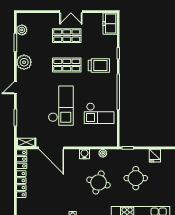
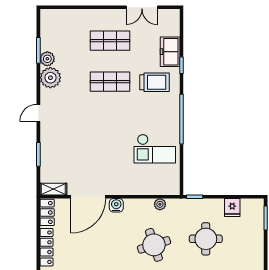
double door: (71, 12) -> (142, 7), moved
freezer: (110, 24) -> (170, 52), moved
plant: (22, 30) -> (47, 59), moved
checkout: (61, 106) -> (102, 138), removed
door: (51, 148) -> (88, 197), hinge flipped
water cooler: (84, 154) -> (116, 205), moved
round table: (98, 182) -> (154, 245), turned -35

